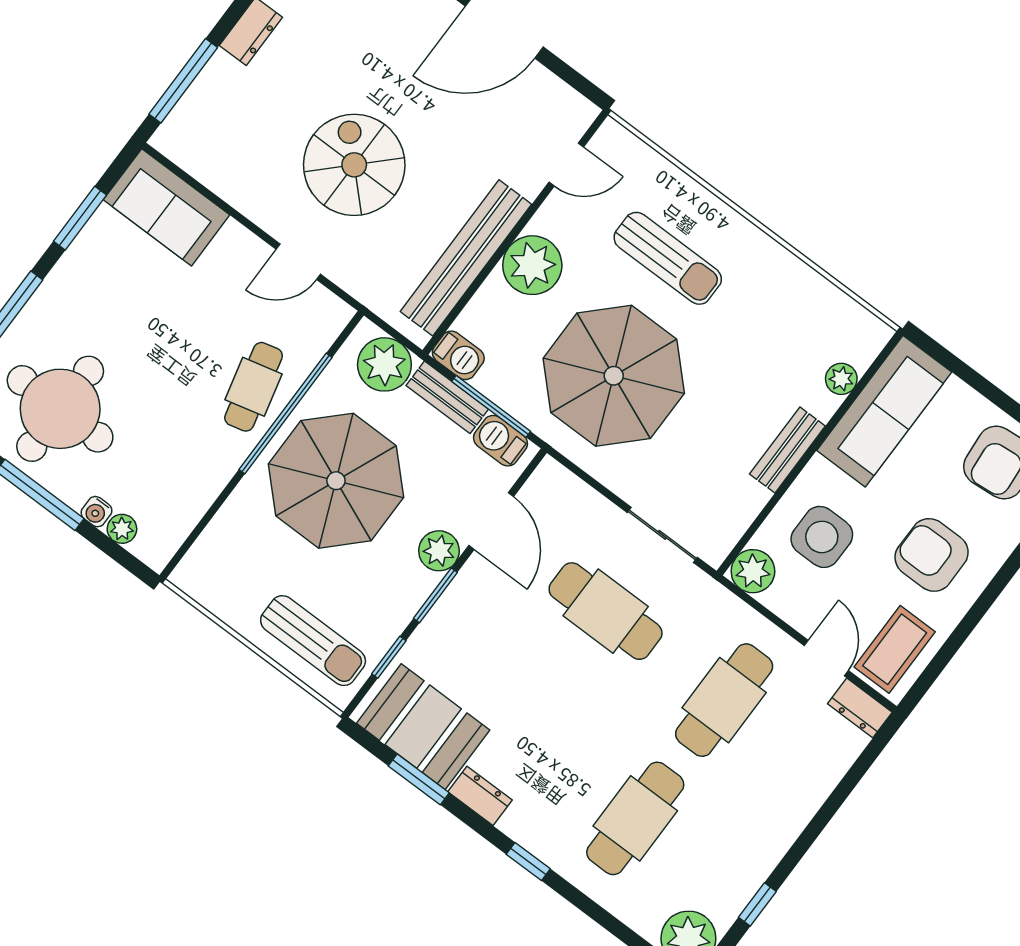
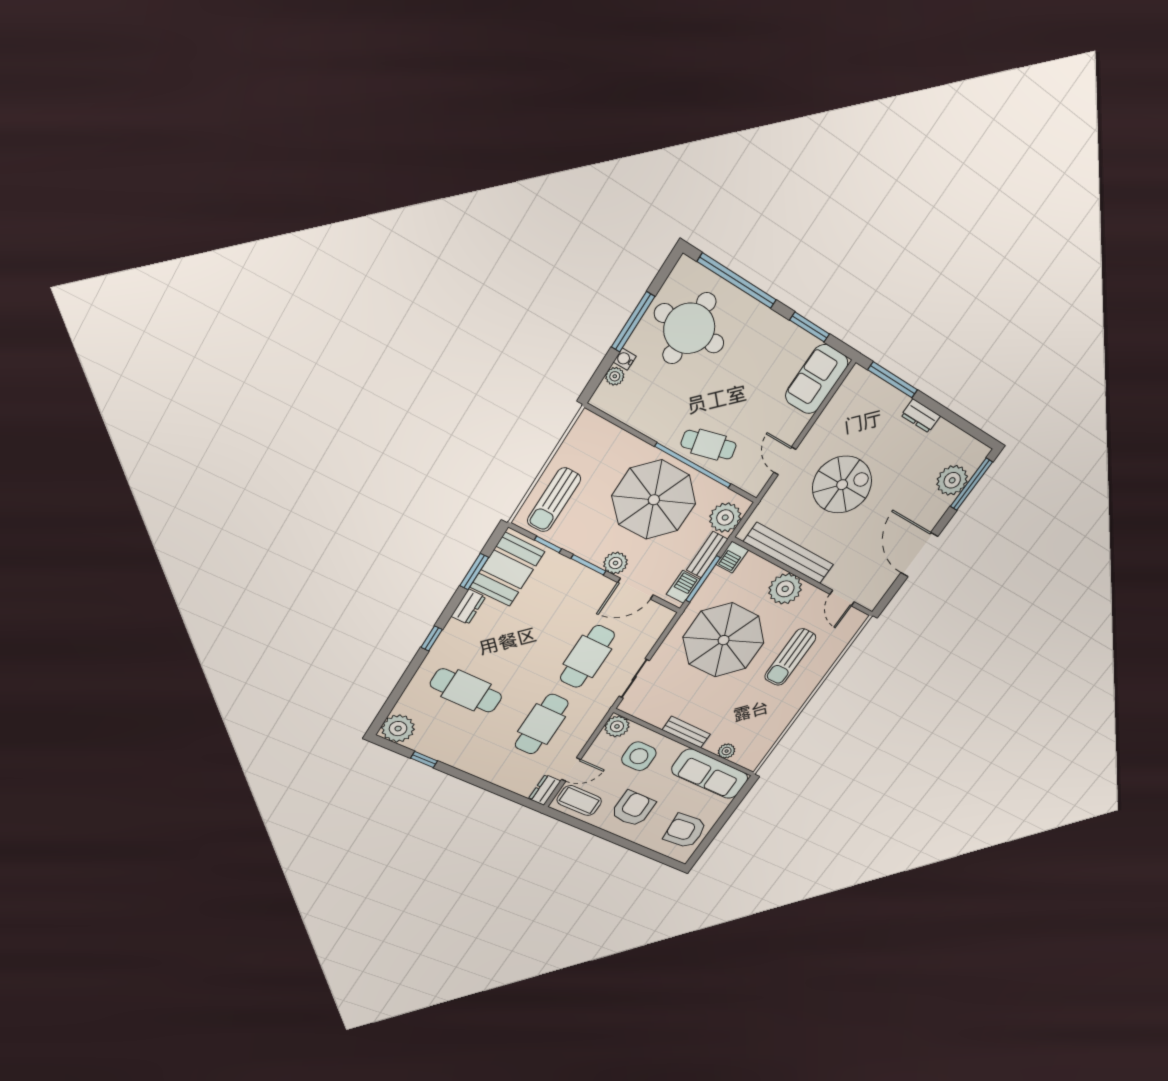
cafe table: (724, 700) -> (542, 724), turned 90

